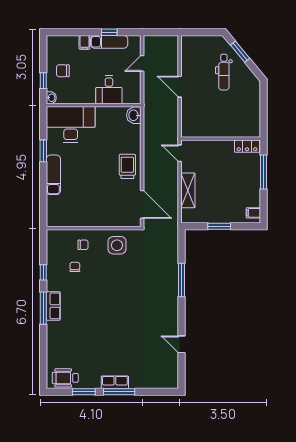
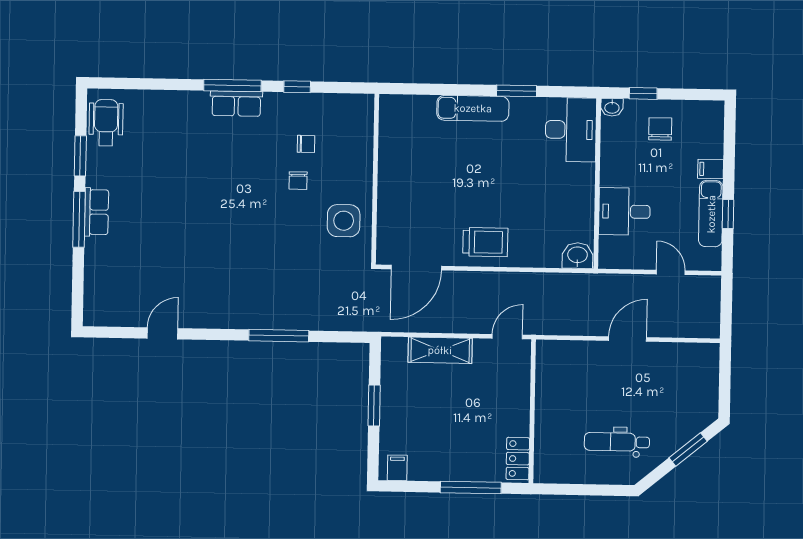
dental chair: (224, 72) -> (617, 442), moved
desk: (71, 124) -> (571, 130), width x0.73, depth x0.77
chair: (83, 245) -> (298, 181), moved

